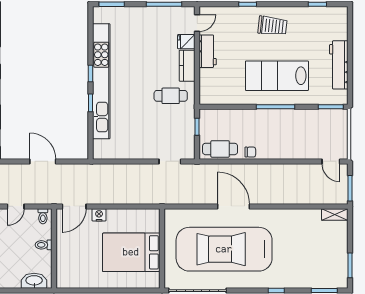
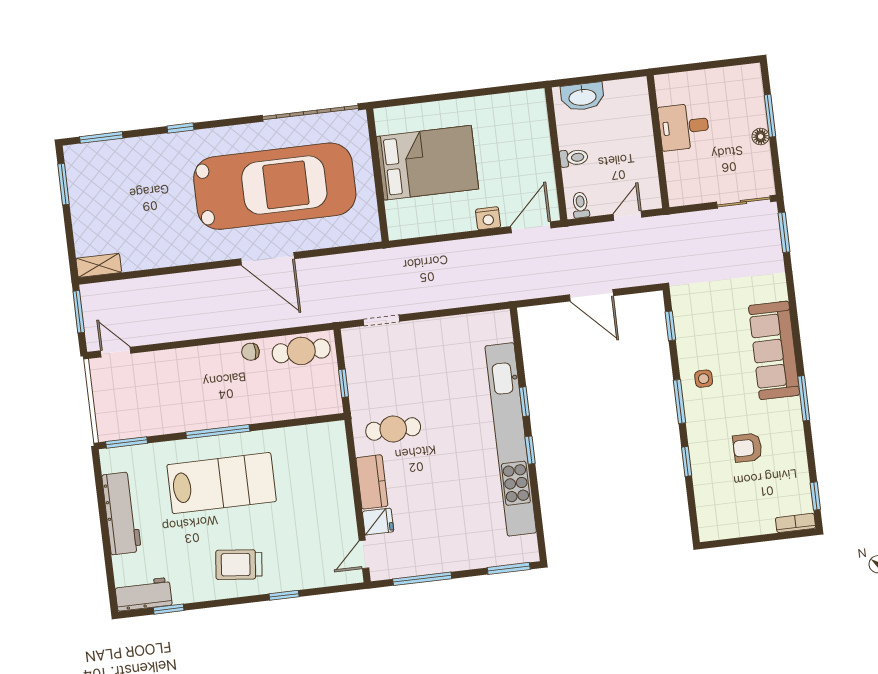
workbench: (208, 51) -> (143, 594), moved, turned 90

